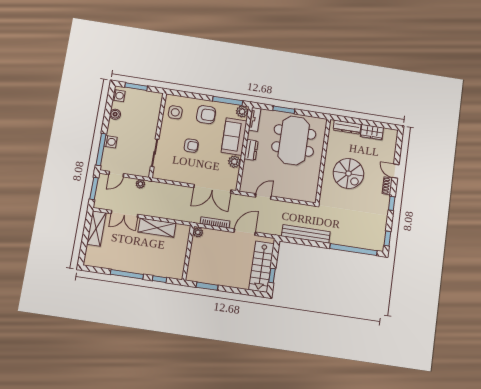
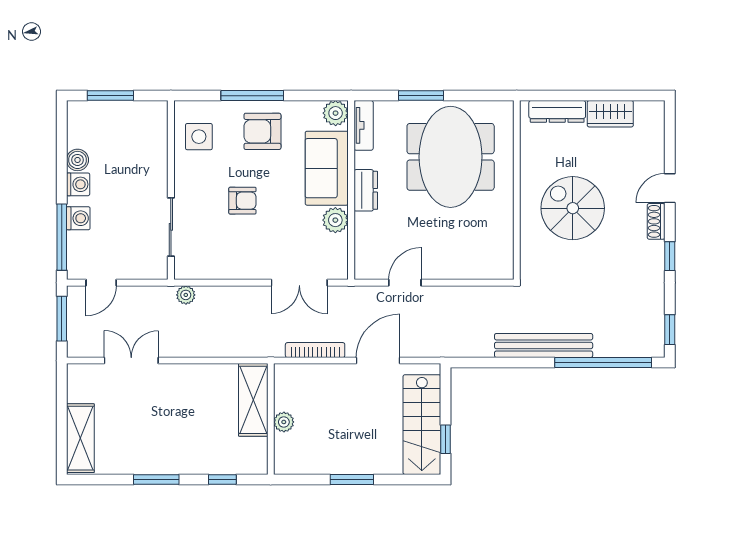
washing machine: (119, 96) -> (78, 184), moved
window: (228, 101) -> (252, 96), moved
armchair: (206, 115) -> (262, 131), turned 180
door: (396, 171) -> (670, 188), hinge flipped
spiral stairs: (348, 173) -> (573, 208), turned 180
plant: (140, 184) -> (186, 295), moved
double door: (212, 189) -> (299, 283), width x0.73
double door: (124, 214) -> (131, 361), swing flipped
shelving: (157, 228) -> (253, 400), moved, turned 90
shelving: (96, 229) -> (80, 438), moved
plant: (198, 232) -> (284, 422), moved
bench: (306, 234) -> (544, 345), moved
window: (127, 274) -> (156, 479), width x0.69
window: (207, 286) -> (352, 479), moved

